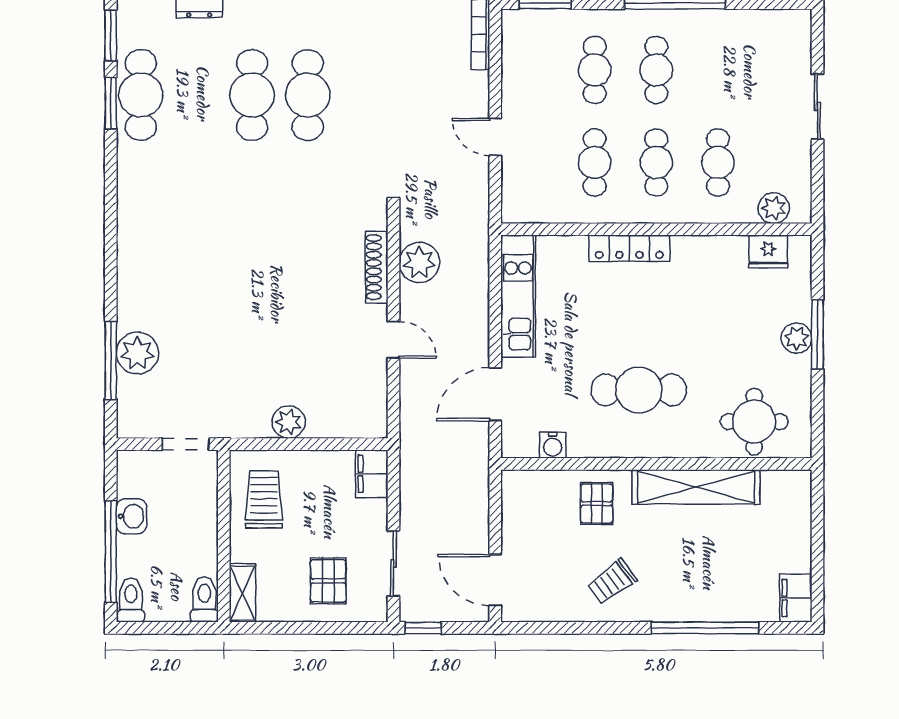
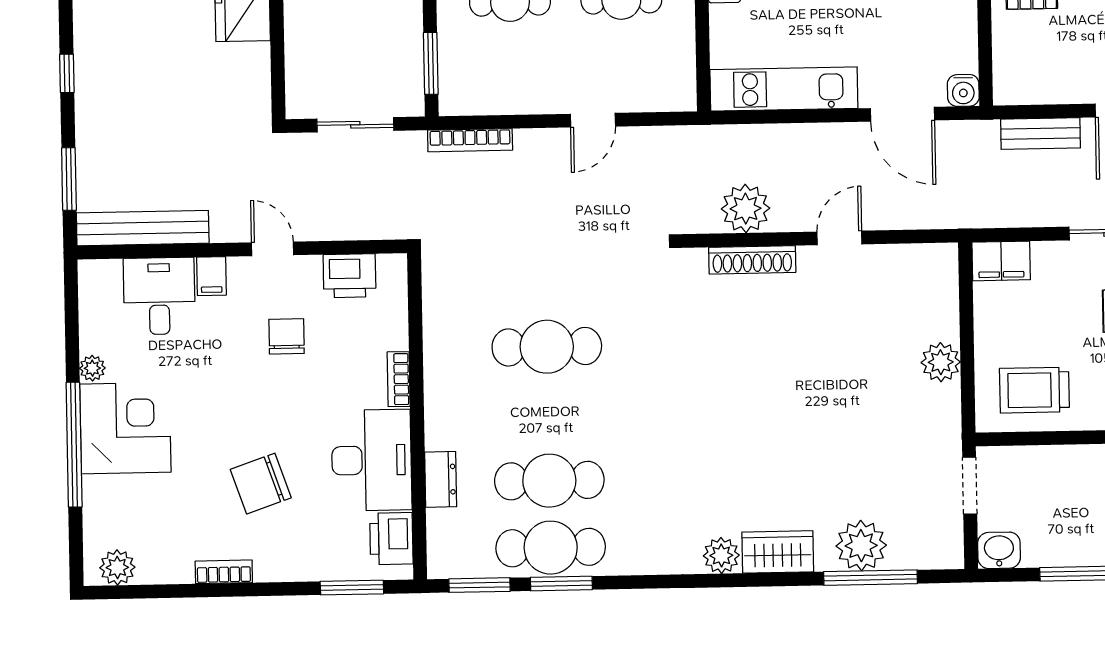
cafe table: (252, 95) -> (549, 481), moved
plant: (131, 237) -> (721, 555), added
wardrobe: (134, 284) -> (778, 552), added
water cooler: (553, 445) -> (963, 90), moved, turned 90
bench: (477, 509) -> (1041, 134), added
washbasin: (131, 516) -> (999, 550), moved

